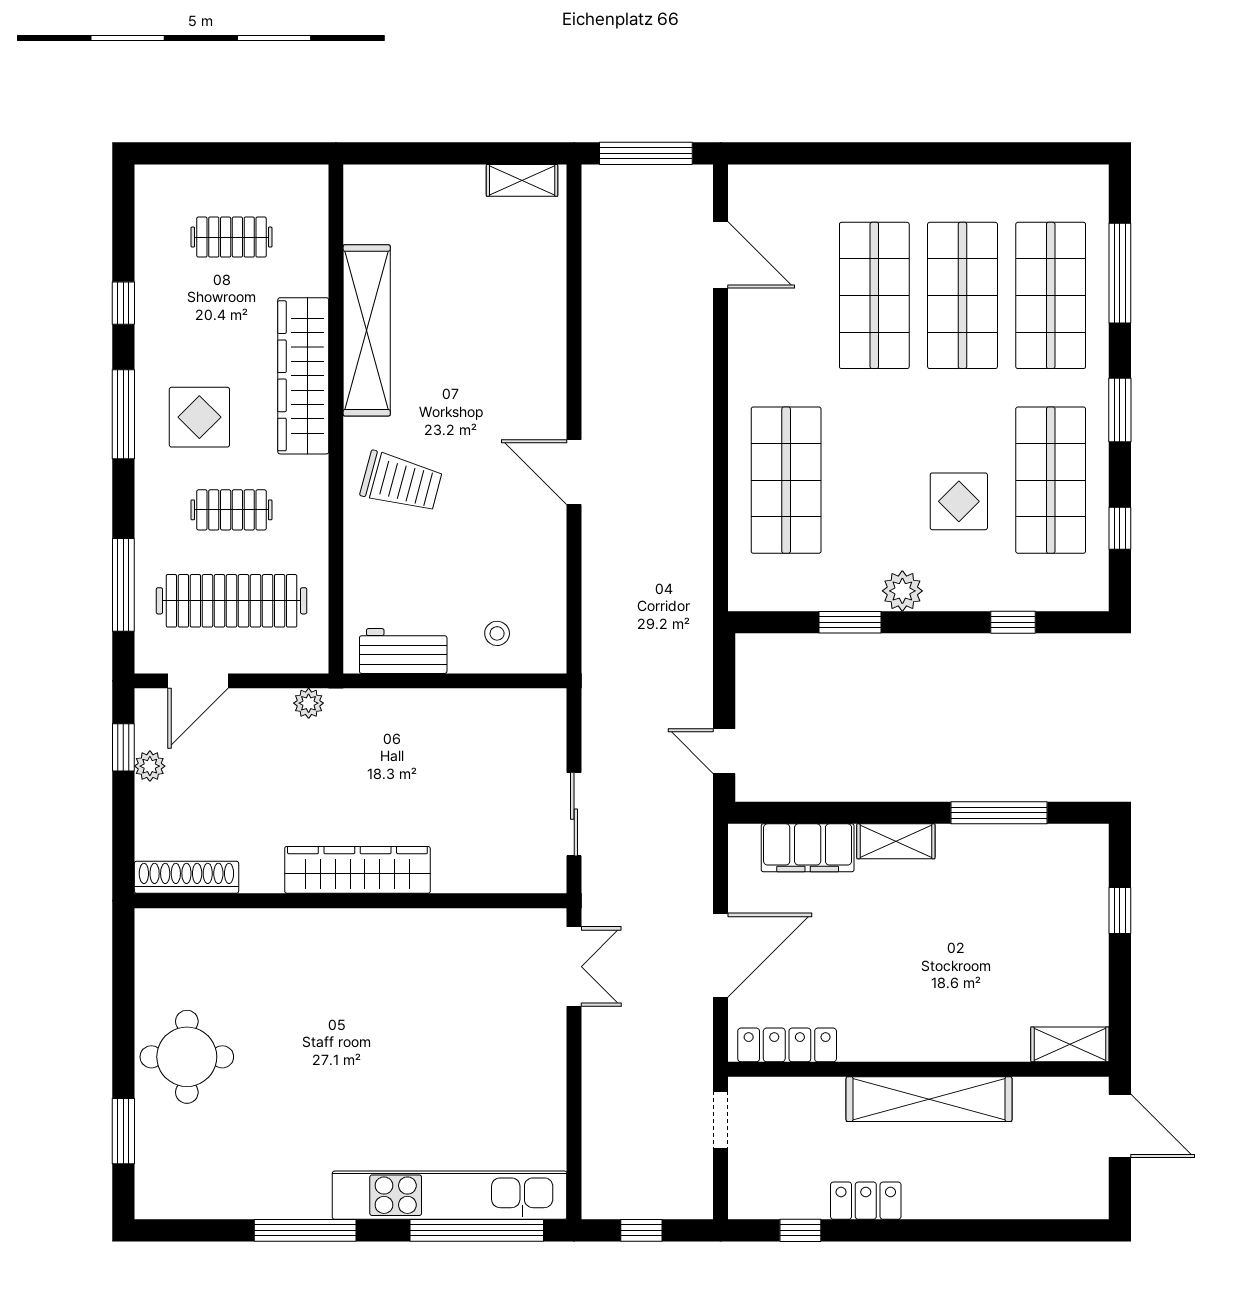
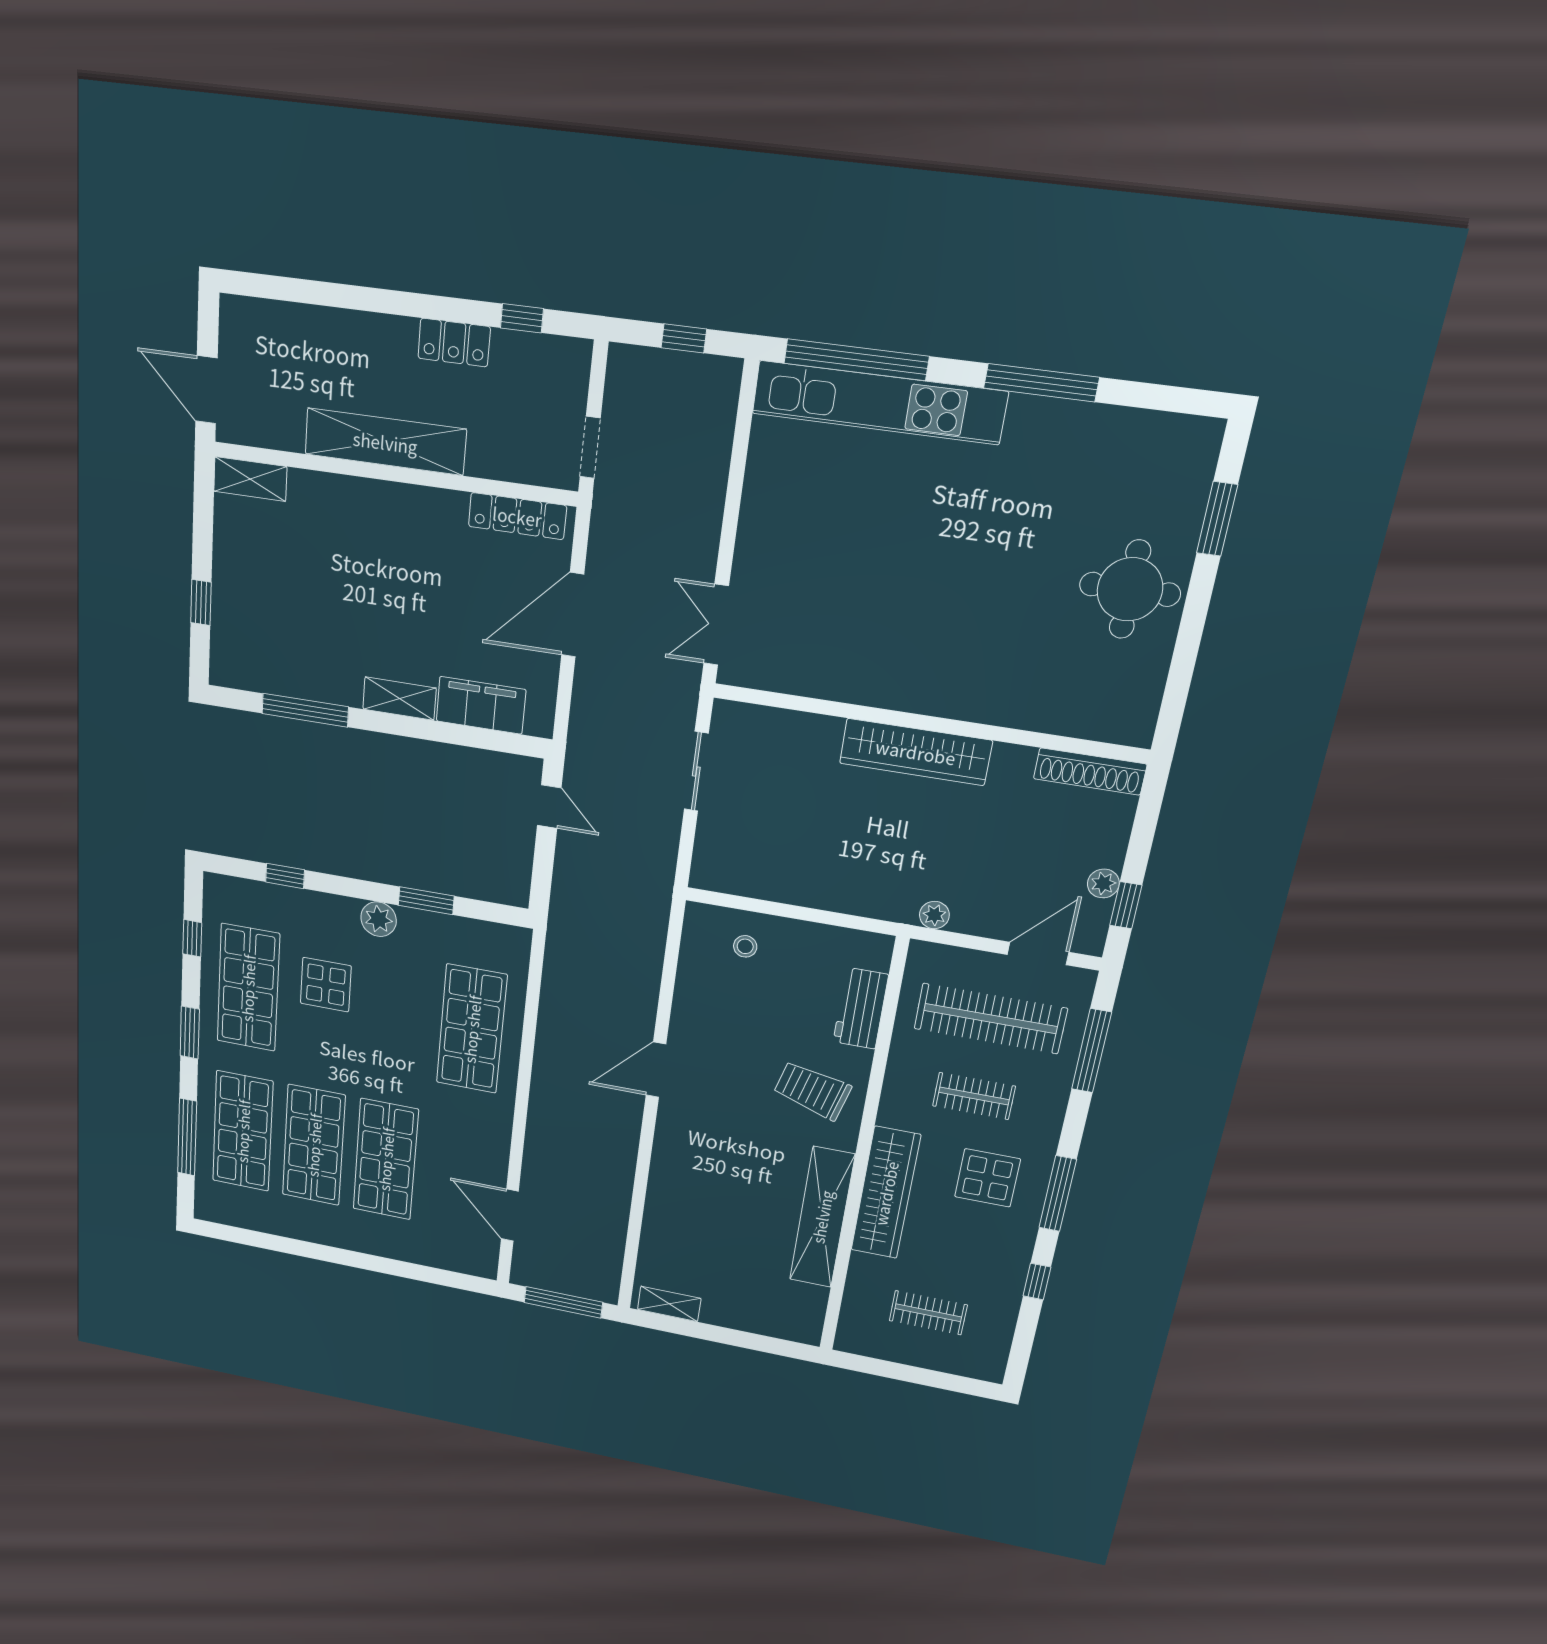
door: (574, 472) -> (656, 1070), swing flipped
workbench: (403, 651) -> (861, 1008), moved, turned 90

